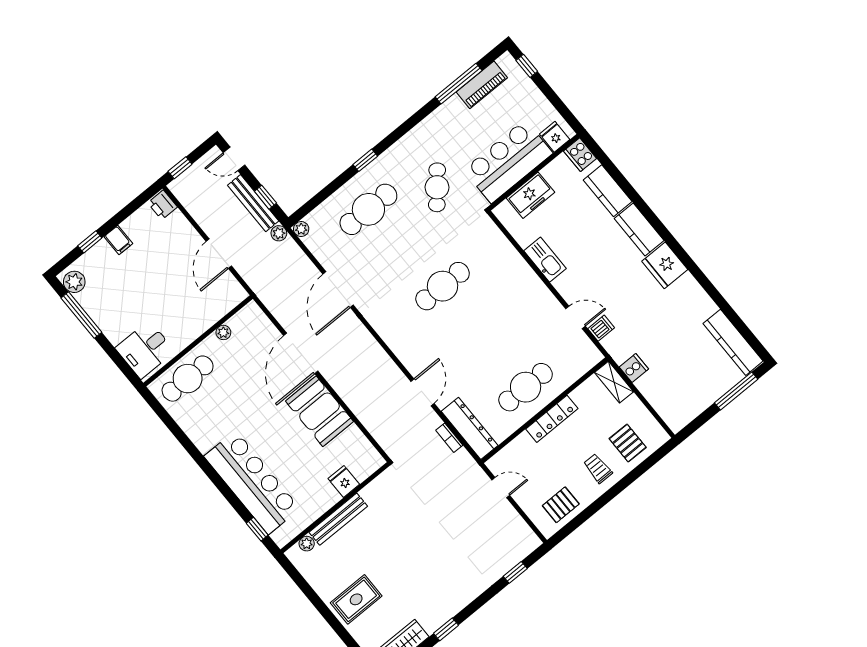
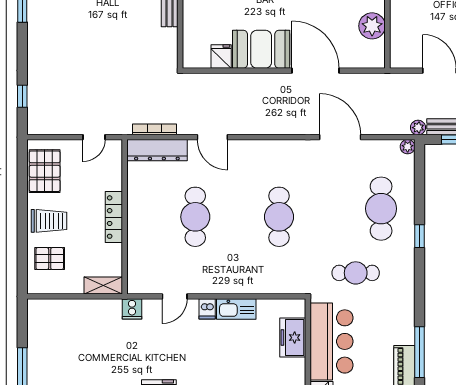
cafe table: (437, 187) -> (356, 273), turned -40
dishwasher: (601, 328) -> (207, 309), moved
plant: (223, 332) -> (372, 26), width x1.88, depth x1.88
cooker: (634, 368) -> (132, 309), moved
cafe table: (526, 387) -> (195, 217), moved
bookcase: (449, 438) -> (155, 129), width x1.56
trolley: (598, 468) -> (49, 221), width x1.36, depth x1.39
fridge: (344, 481) -> (221, 56), moved, turned -90
pallet: (561, 505) -> (45, 171), width x1.50, depth x1.42

